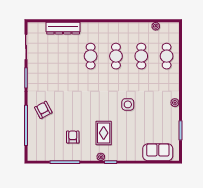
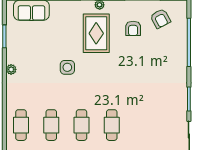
armchair: (43, 110) -> (160, 19), moved
rug: (104, 133) -> (96, 33), width x1.36, depth x1.43

